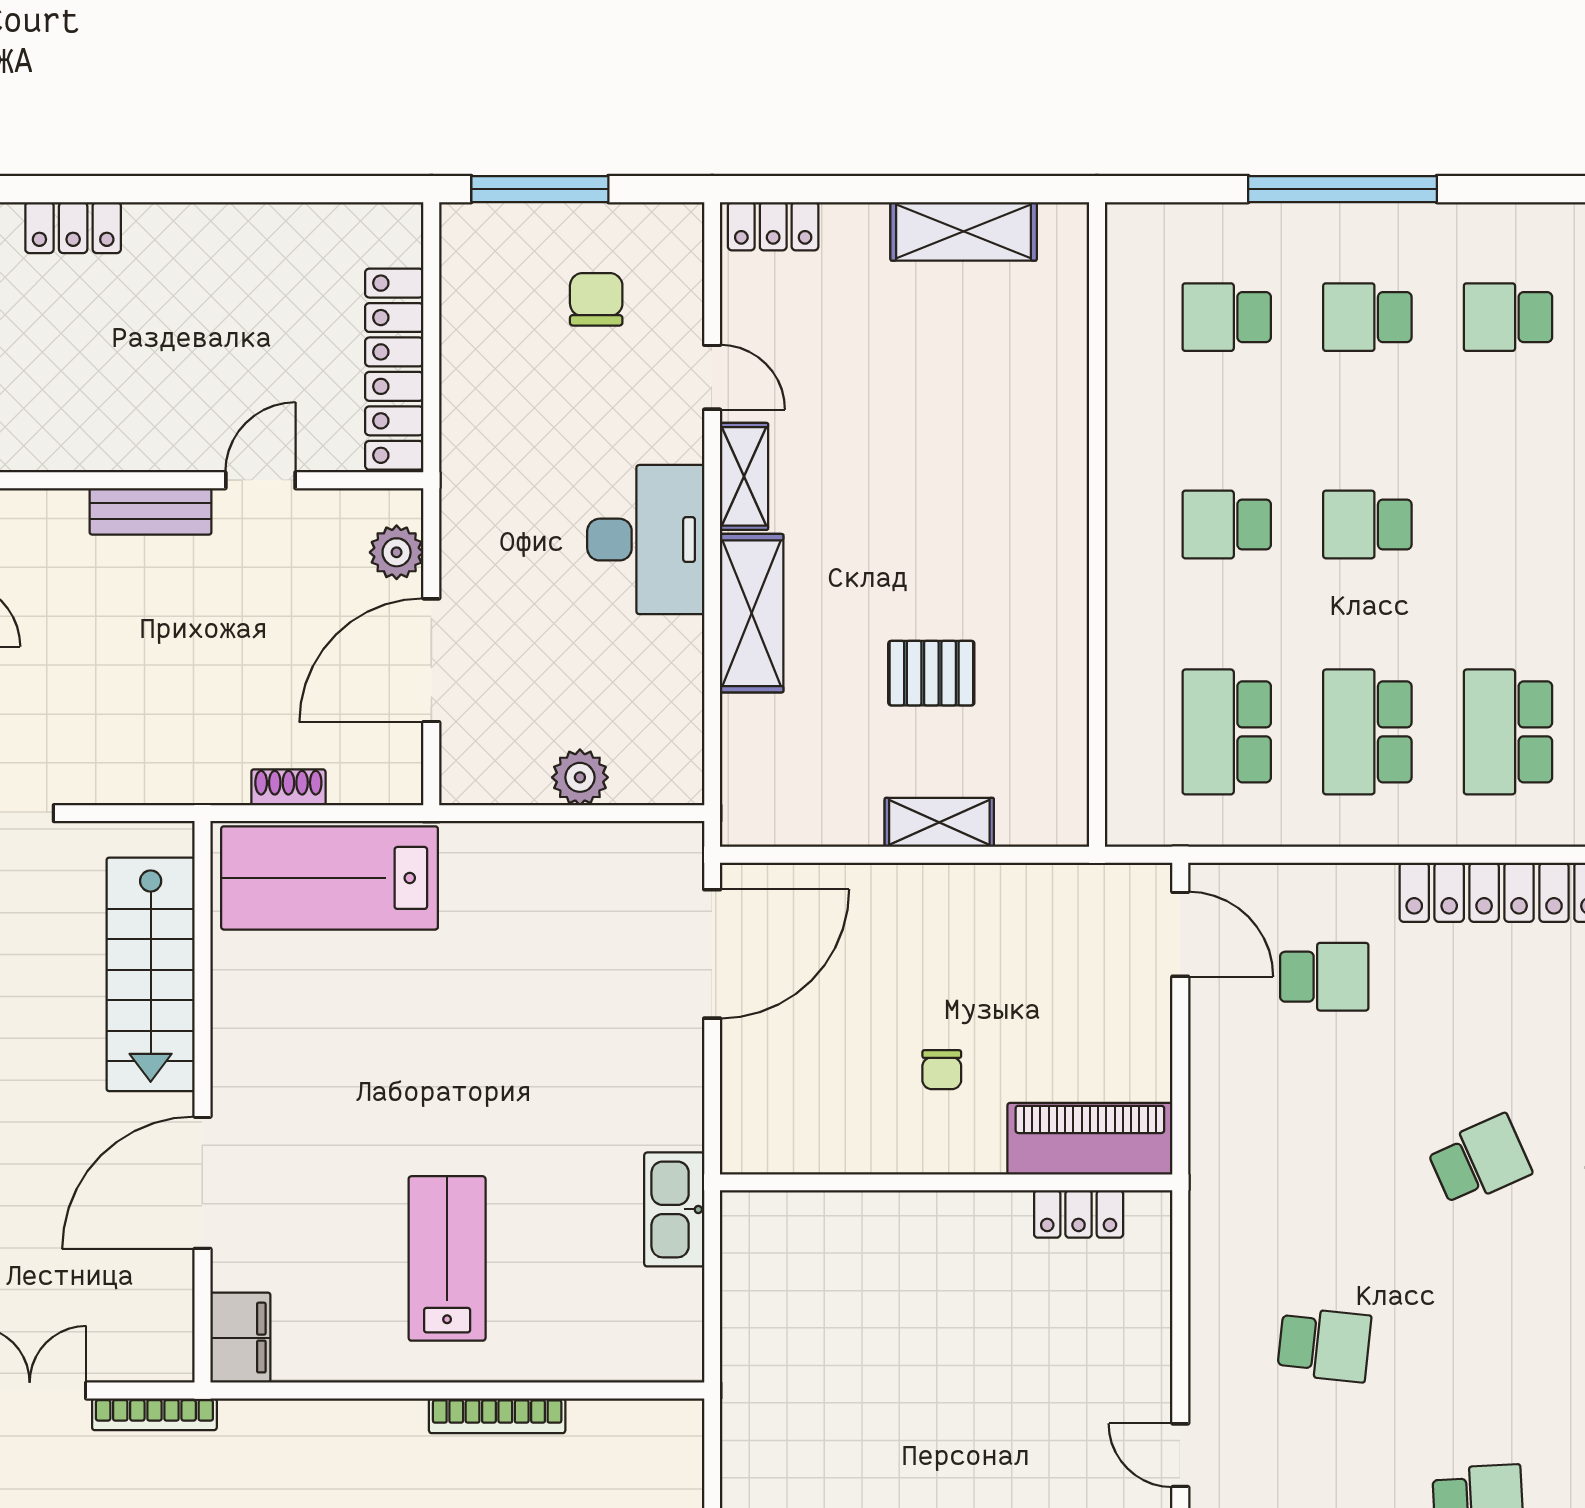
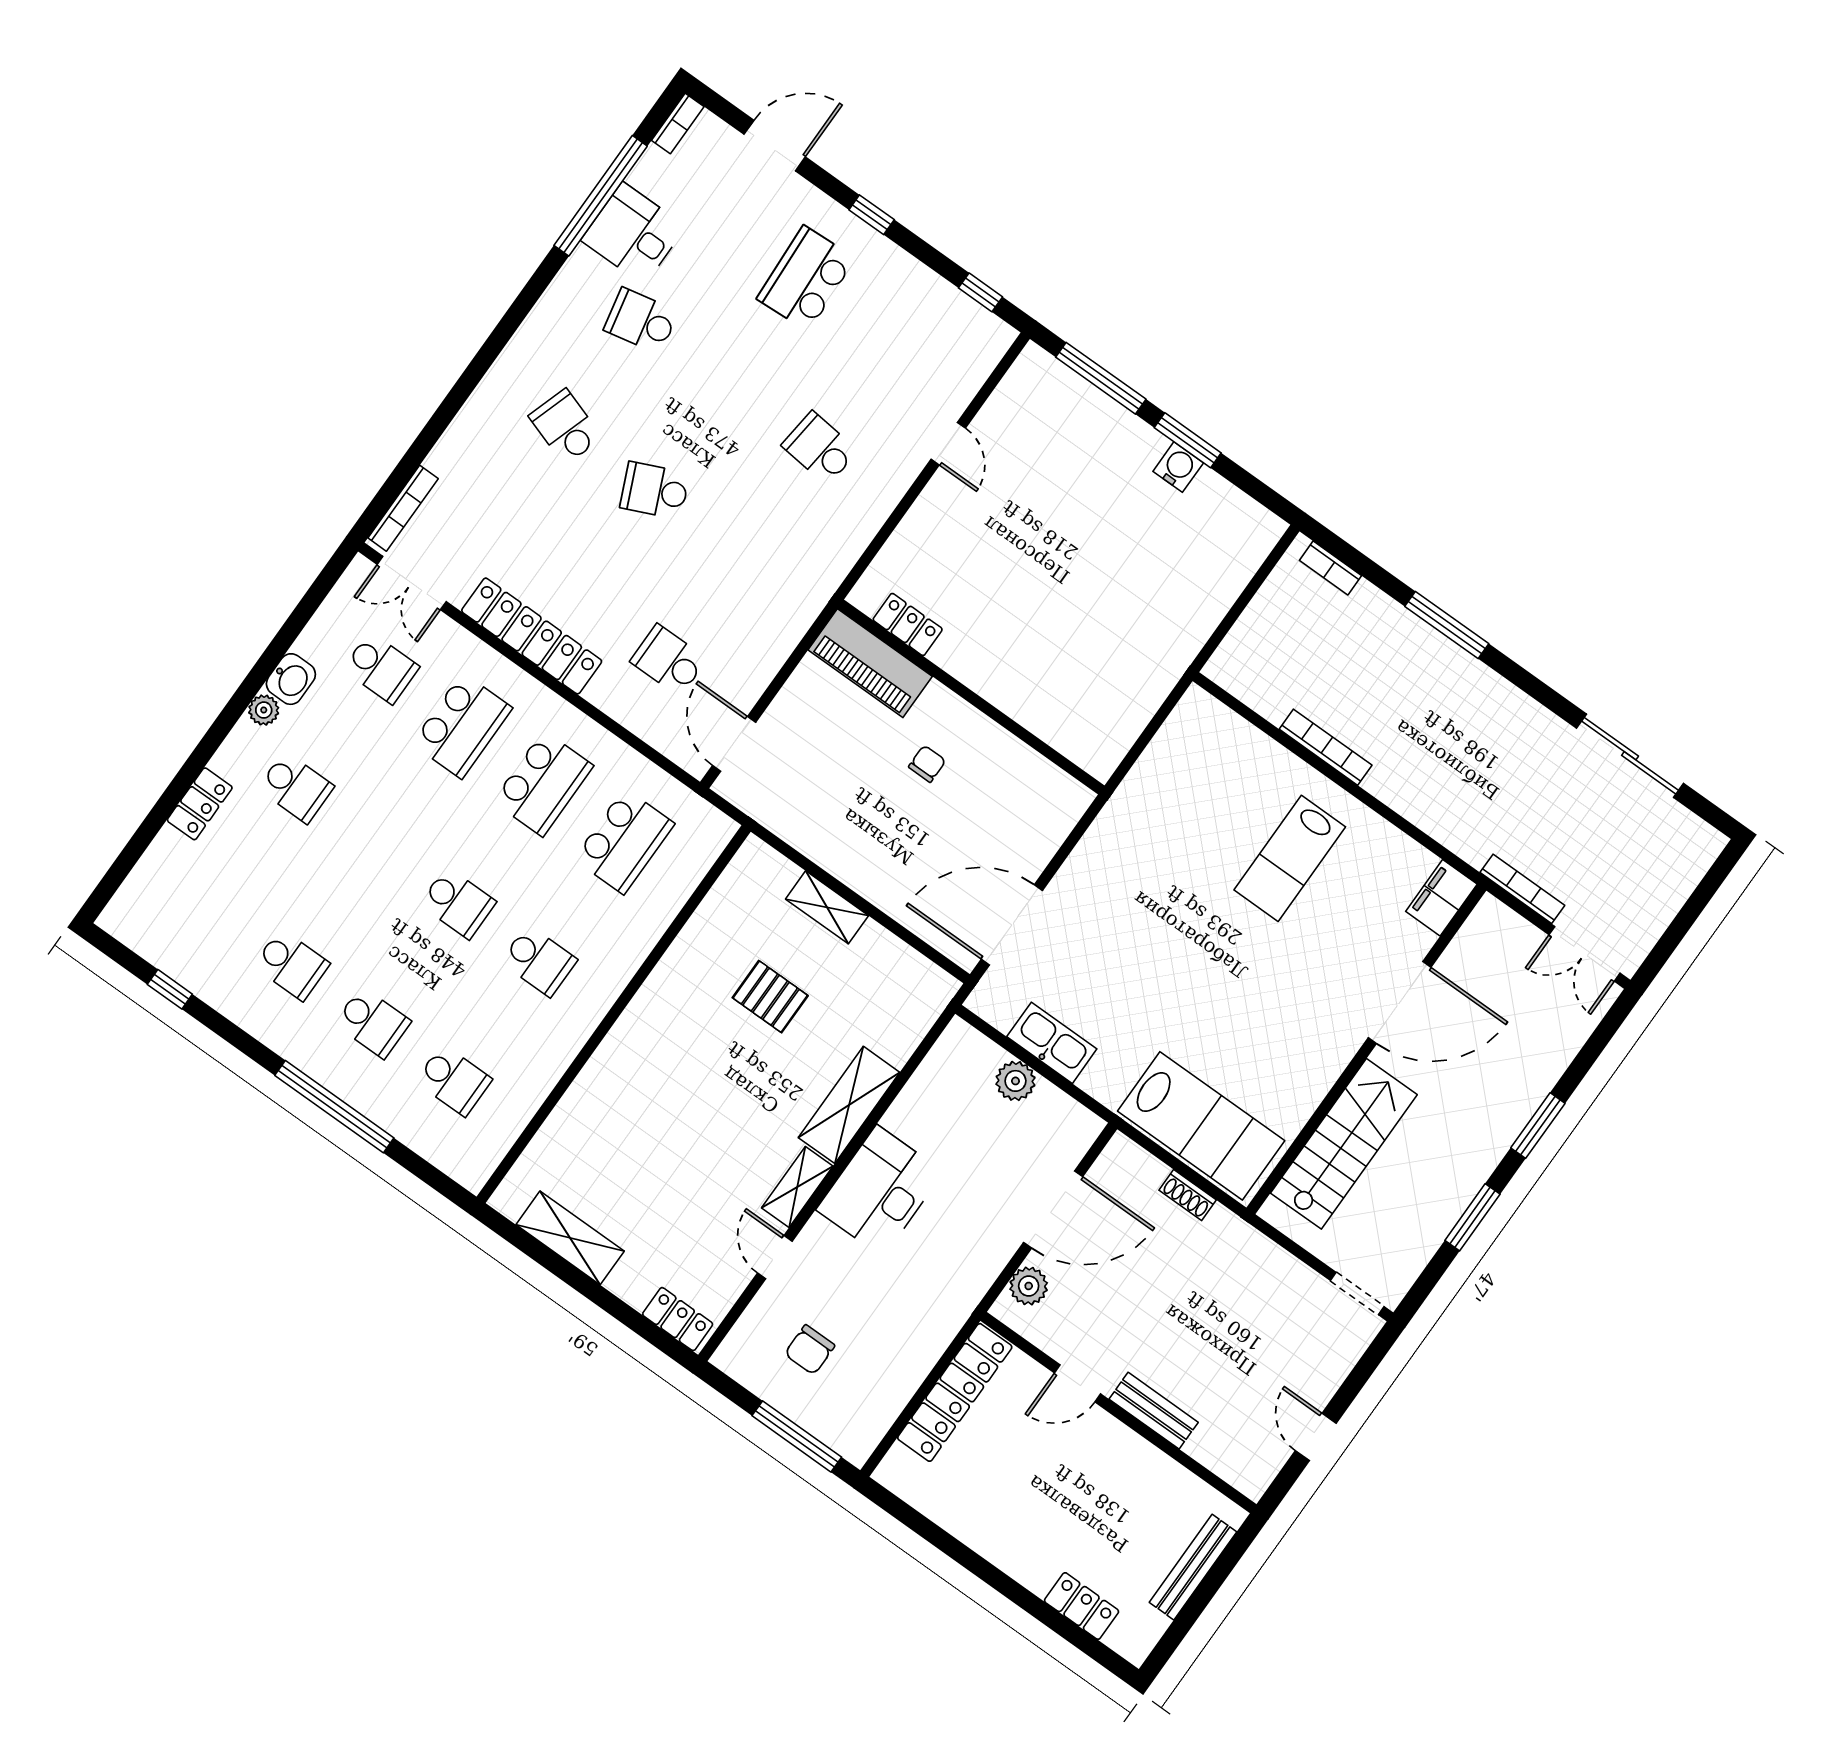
kitchen sink: (674, 1209) -> (1052, 1043), moved, turned -90

